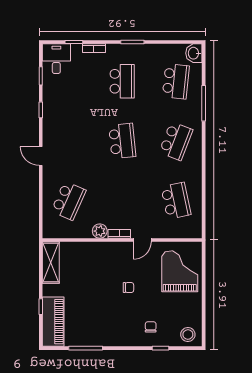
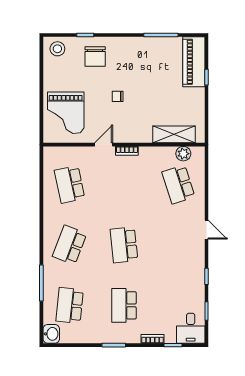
school desk: (69, 201) -> (178, 184), turned -42
plant: (100, 231) -> (183, 154), moved
shelving: (51, 262) -> (174, 134), moved, turned 90
chair: (151, 327) -> (95, 57), width x1.87, depth x1.87

